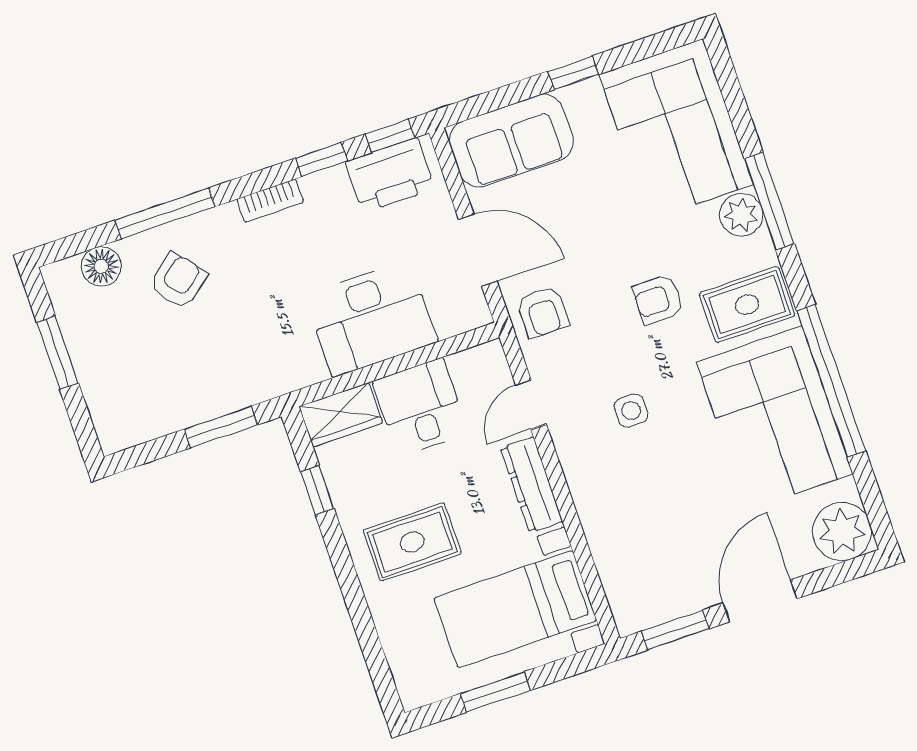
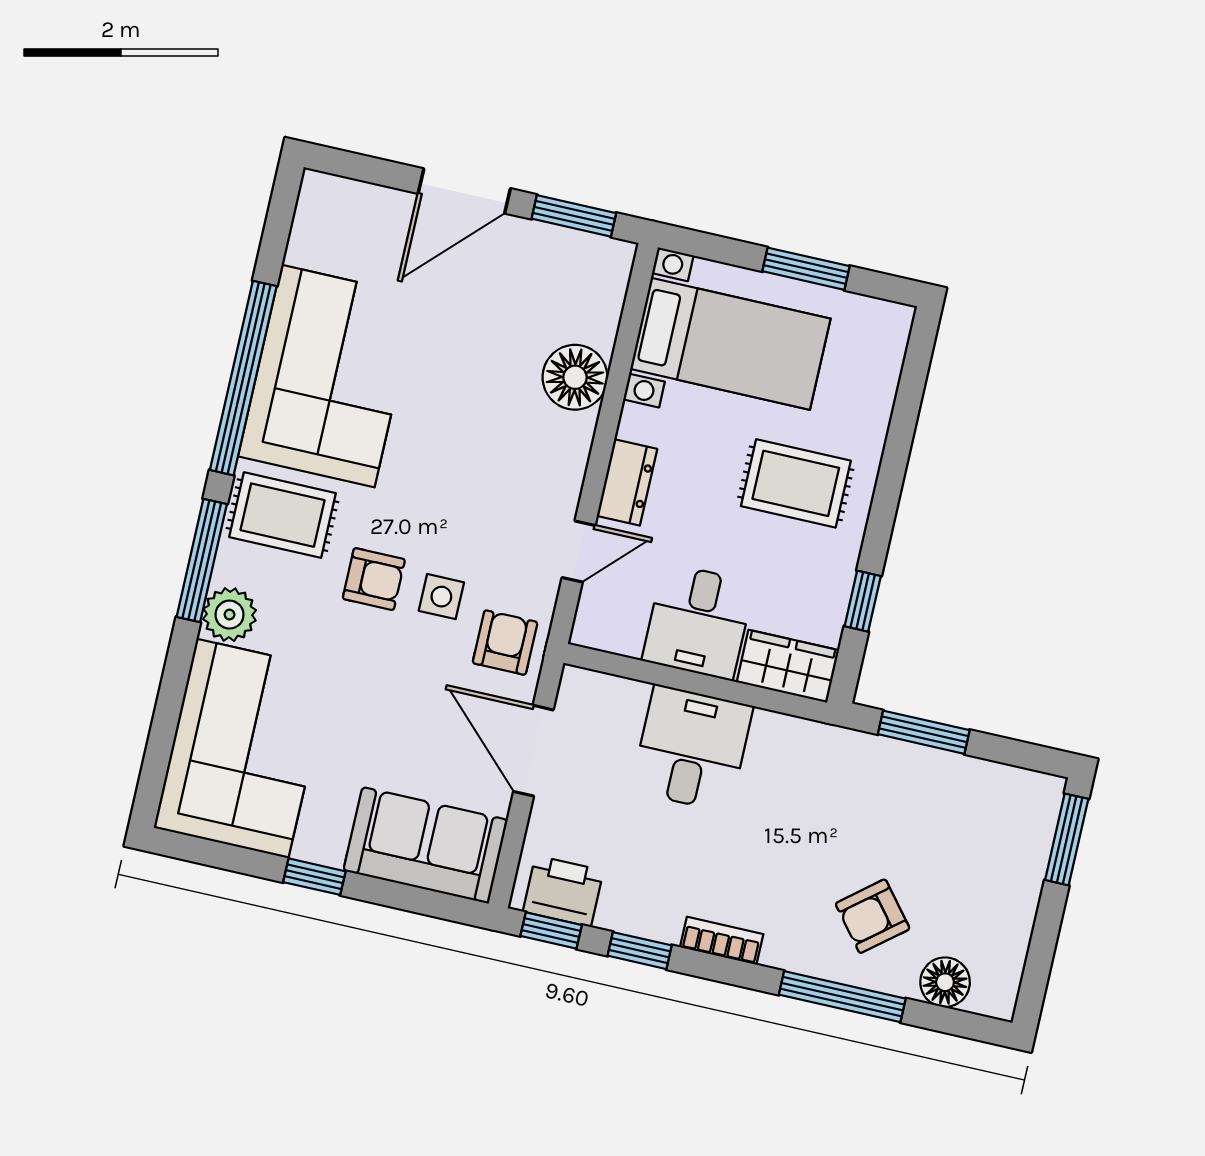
printer: (390, 175) -> (563, 891), width x0.73, depth x0.84
window: (769, 201) -> (202, 560), moved
desk: (371, 319) -> (692, 748), width x0.73
window: (58, 353) -> (1067, 839), moved
side table: (631, 411) -> (441, 597), moved
dresser: (532, 485) -> (627, 482), width x0.70
floor lamp: (607, 521) -> (575, 377), added
plant: (842, 532) -> (331, 211), removed

